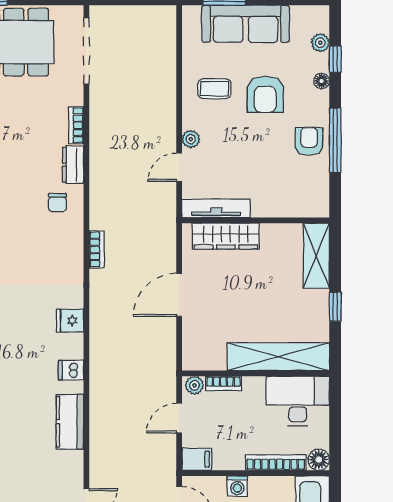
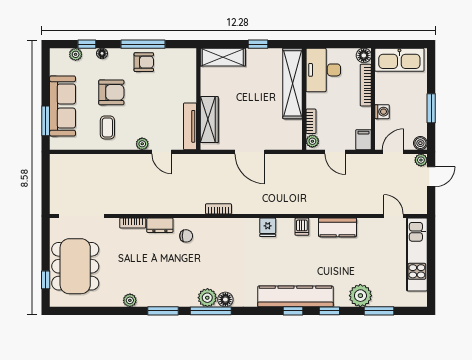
armchair: (309, 141) -> (144, 62), turned 180

